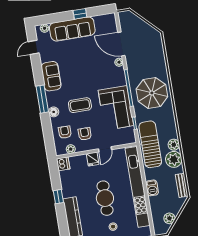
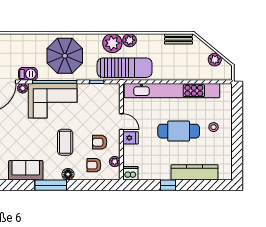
corner sofa: (116, 108) -> (53, 101), moved
sun lounger: (150, 144) -> (125, 68), turned 180
plant: (174, 159) -> (112, 43), moved
barbecue: (152, 188) -> (28, 74), moved

